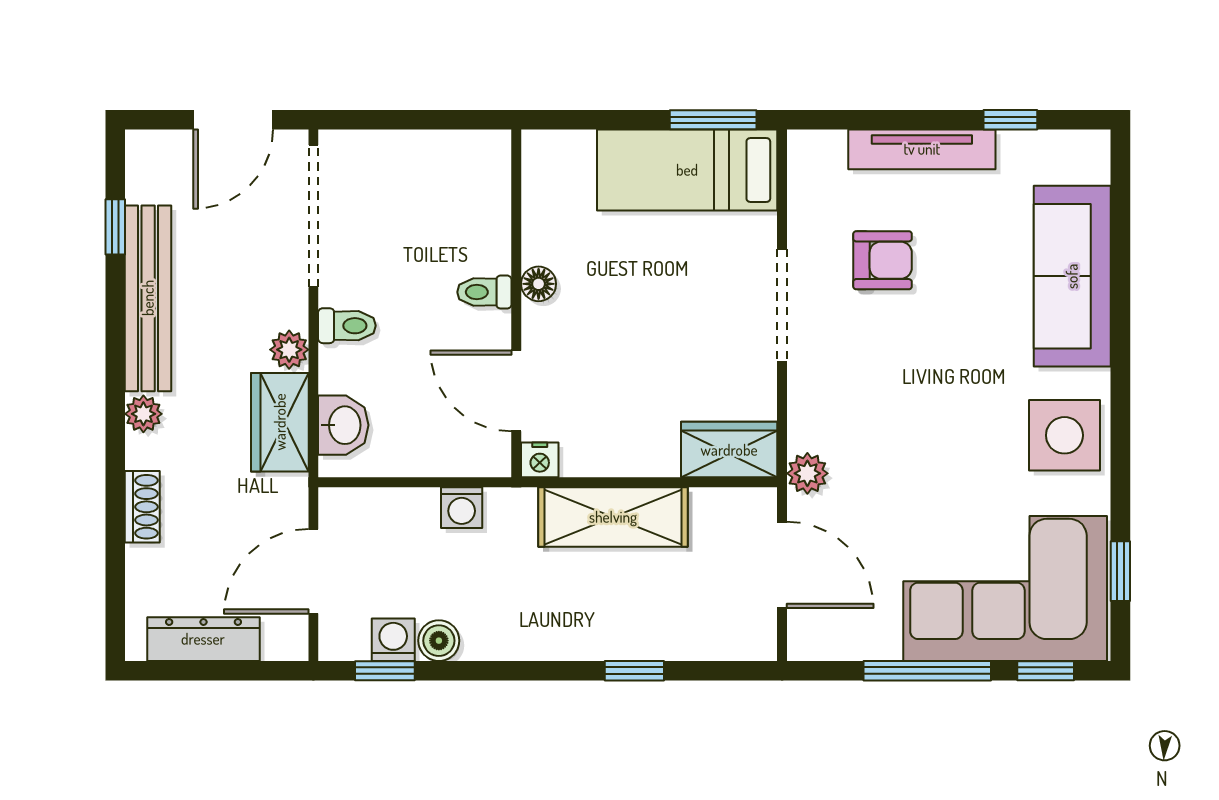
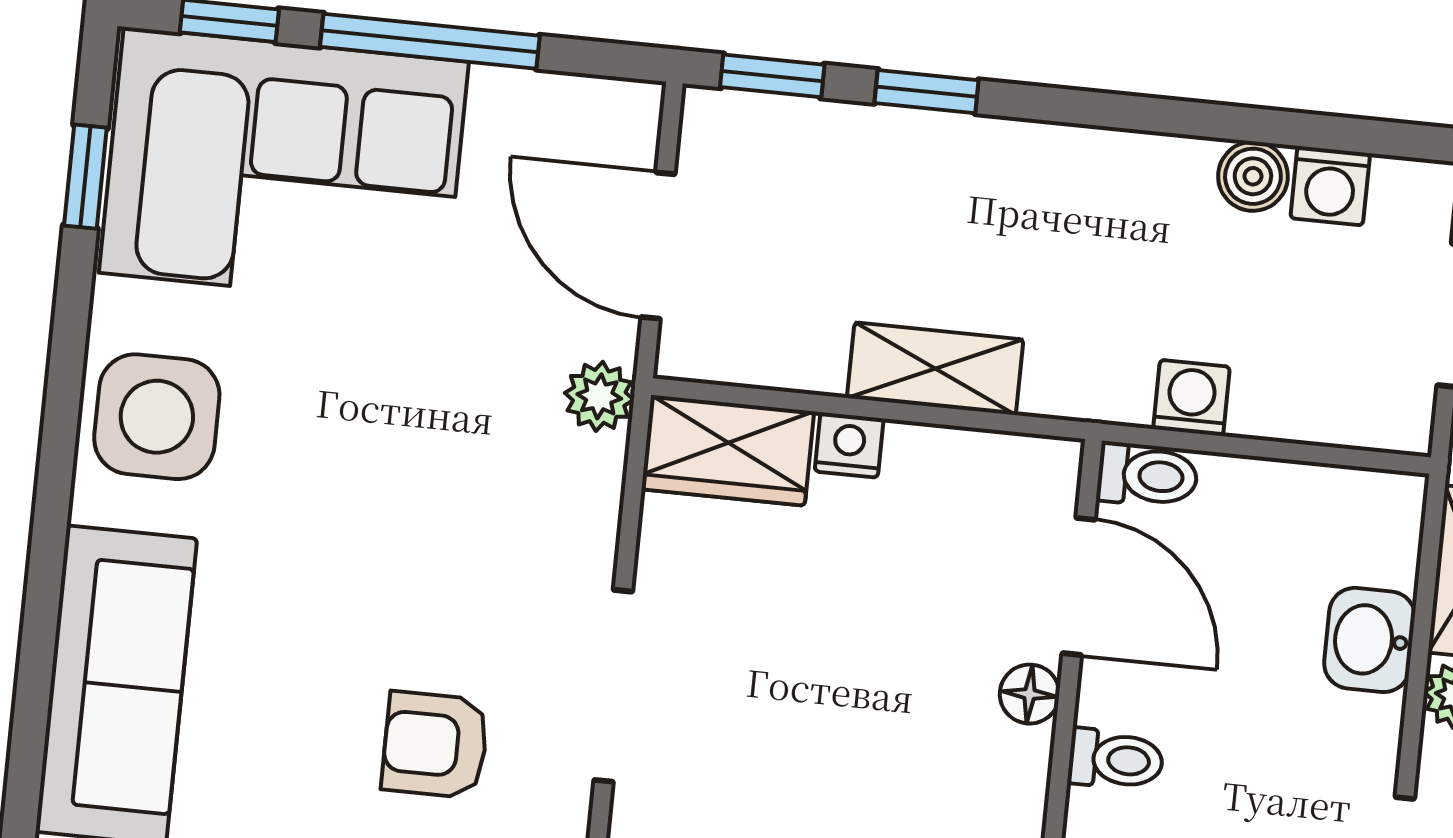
floor lamp: (539, 284) -> (1030, 694), moved
toilet: (347, 326) -> (1147, 475), moved, turned 180
washbasin: (343, 425) -> (1370, 640), moved
nightstand: (540, 460) -> (849, 445), moved
shelving: (613, 517) -> (935, 369), width x0.67, depth x0.75
window: (385, 671) -> (772, 76), moved

